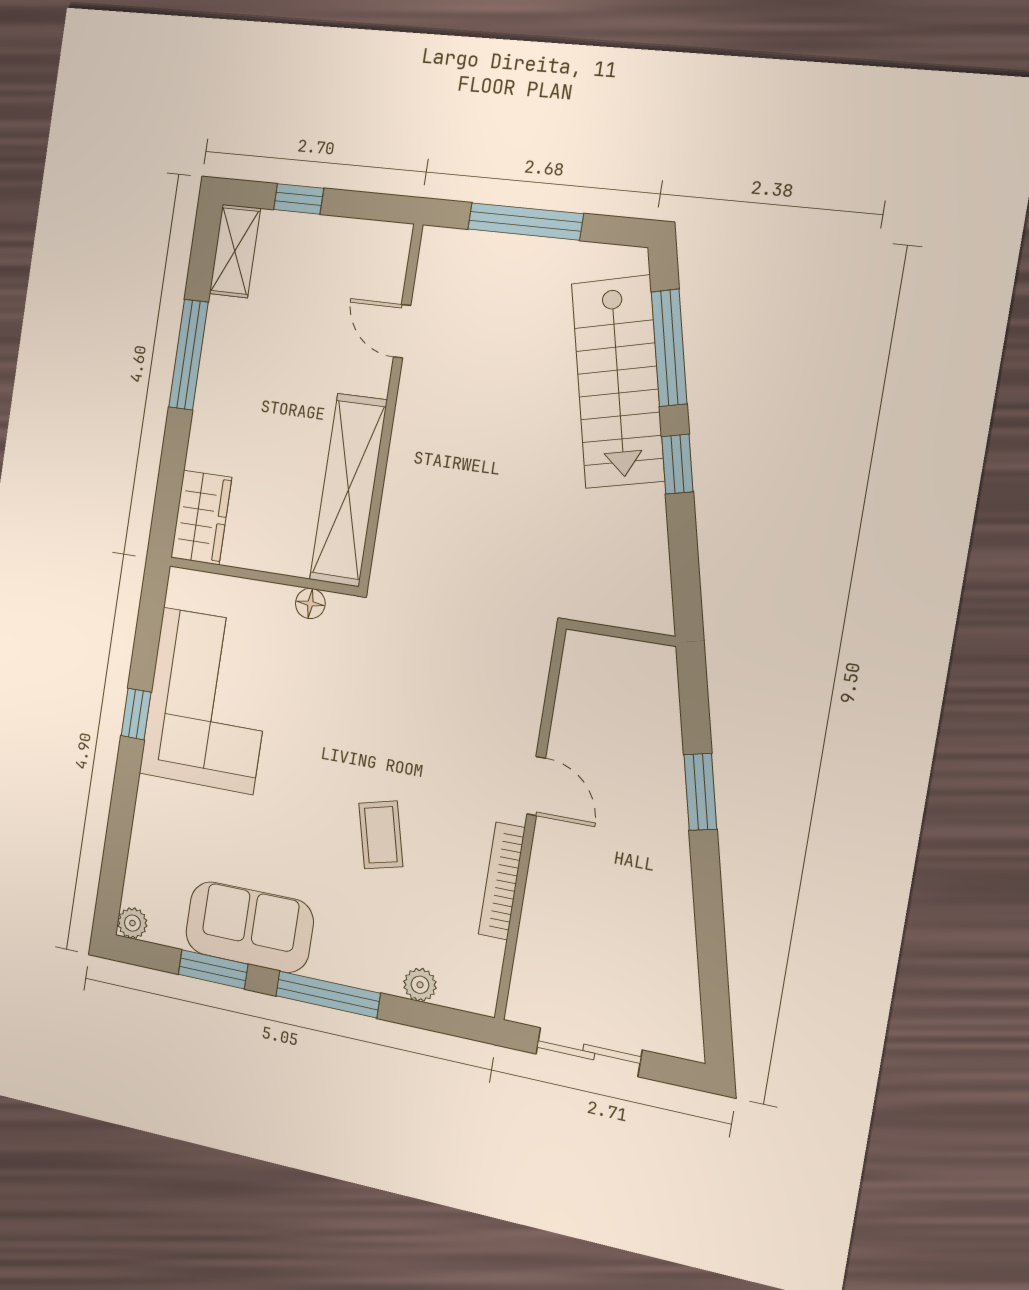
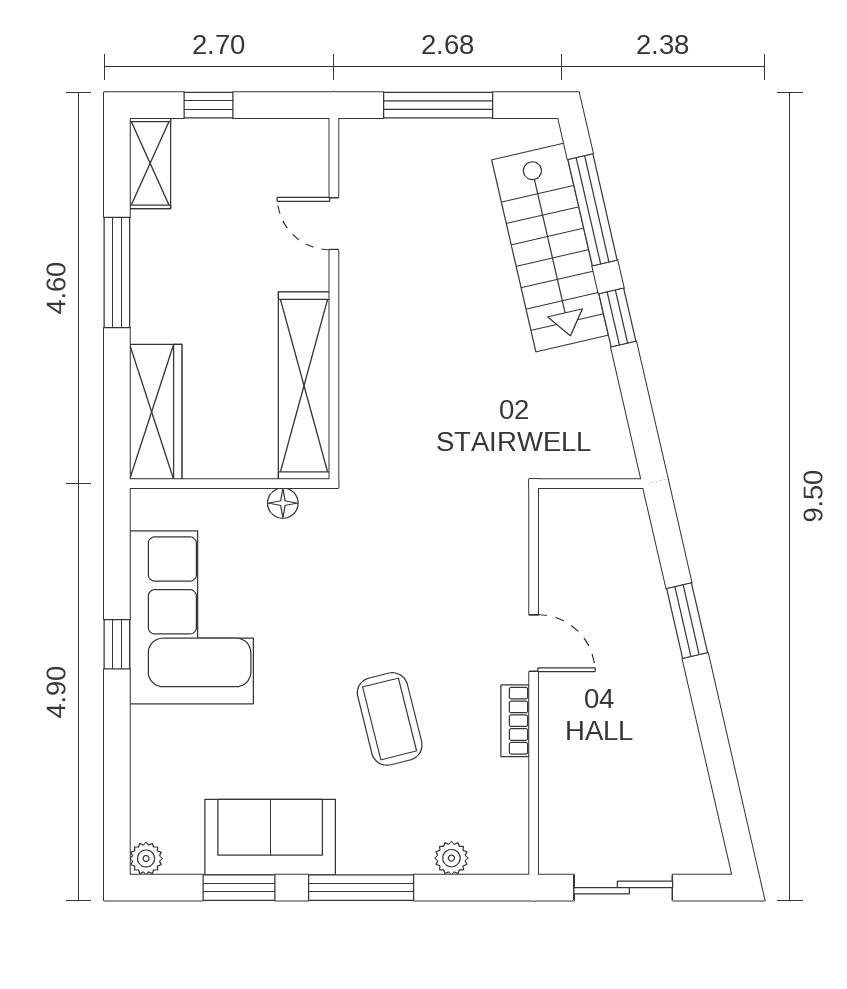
wardrobe: (201, 518) -> (156, 412), width x1.50
coffee table: (381, 835) -> (390, 719), width x1.36, depth x1.30
bookcase: (502, 881) -> (515, 721), width x0.64

